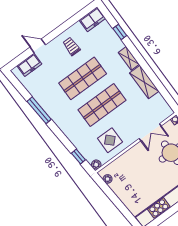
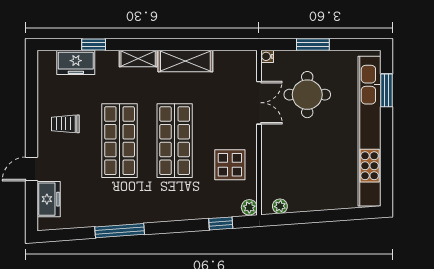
freezer: (92, 19) -> (76, 62), moved, turned 90

